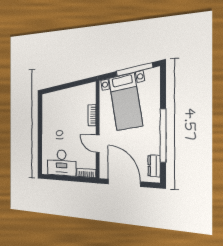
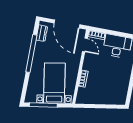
door: (98, 144) -> (85, 45), moved

